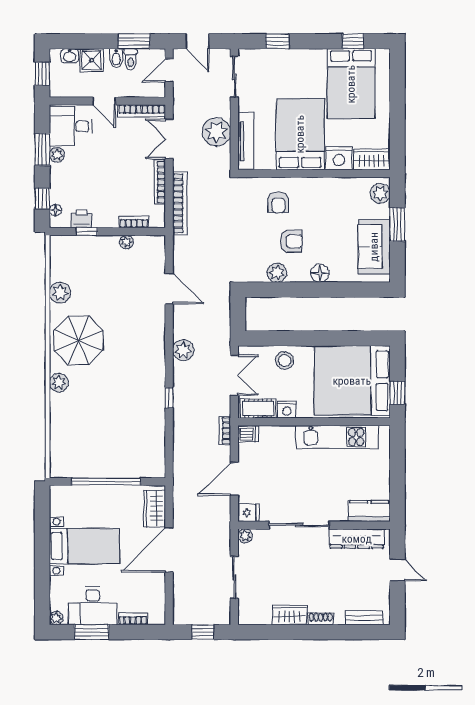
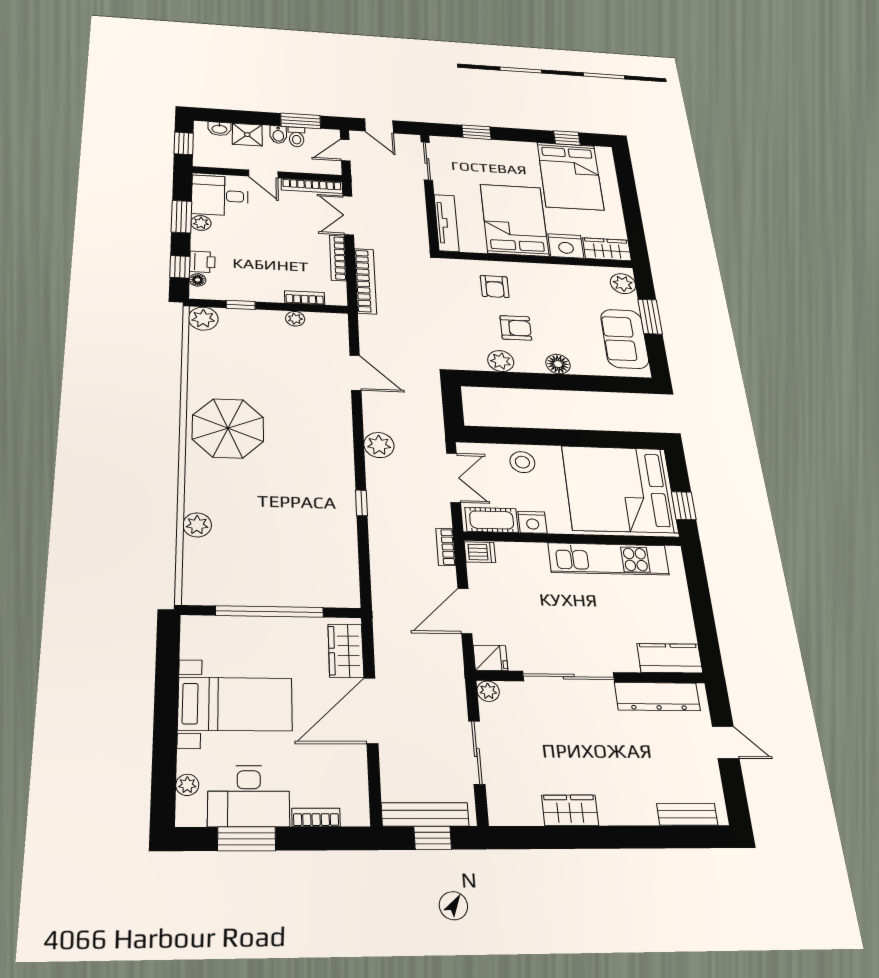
plant: (216, 132) -> (409, 212), removed
printer: (82, 219) -> (202, 262), moved, turned 90
plant: (60, 293) -> (203, 319), moved
plant: (59, 383) -> (197, 525), moved
bench: (199, 617) -> (425, 814), added
plant: (56, 618) -> (187, 785), moved
shoe rack: (321, 619) -> (620, 816), removed

